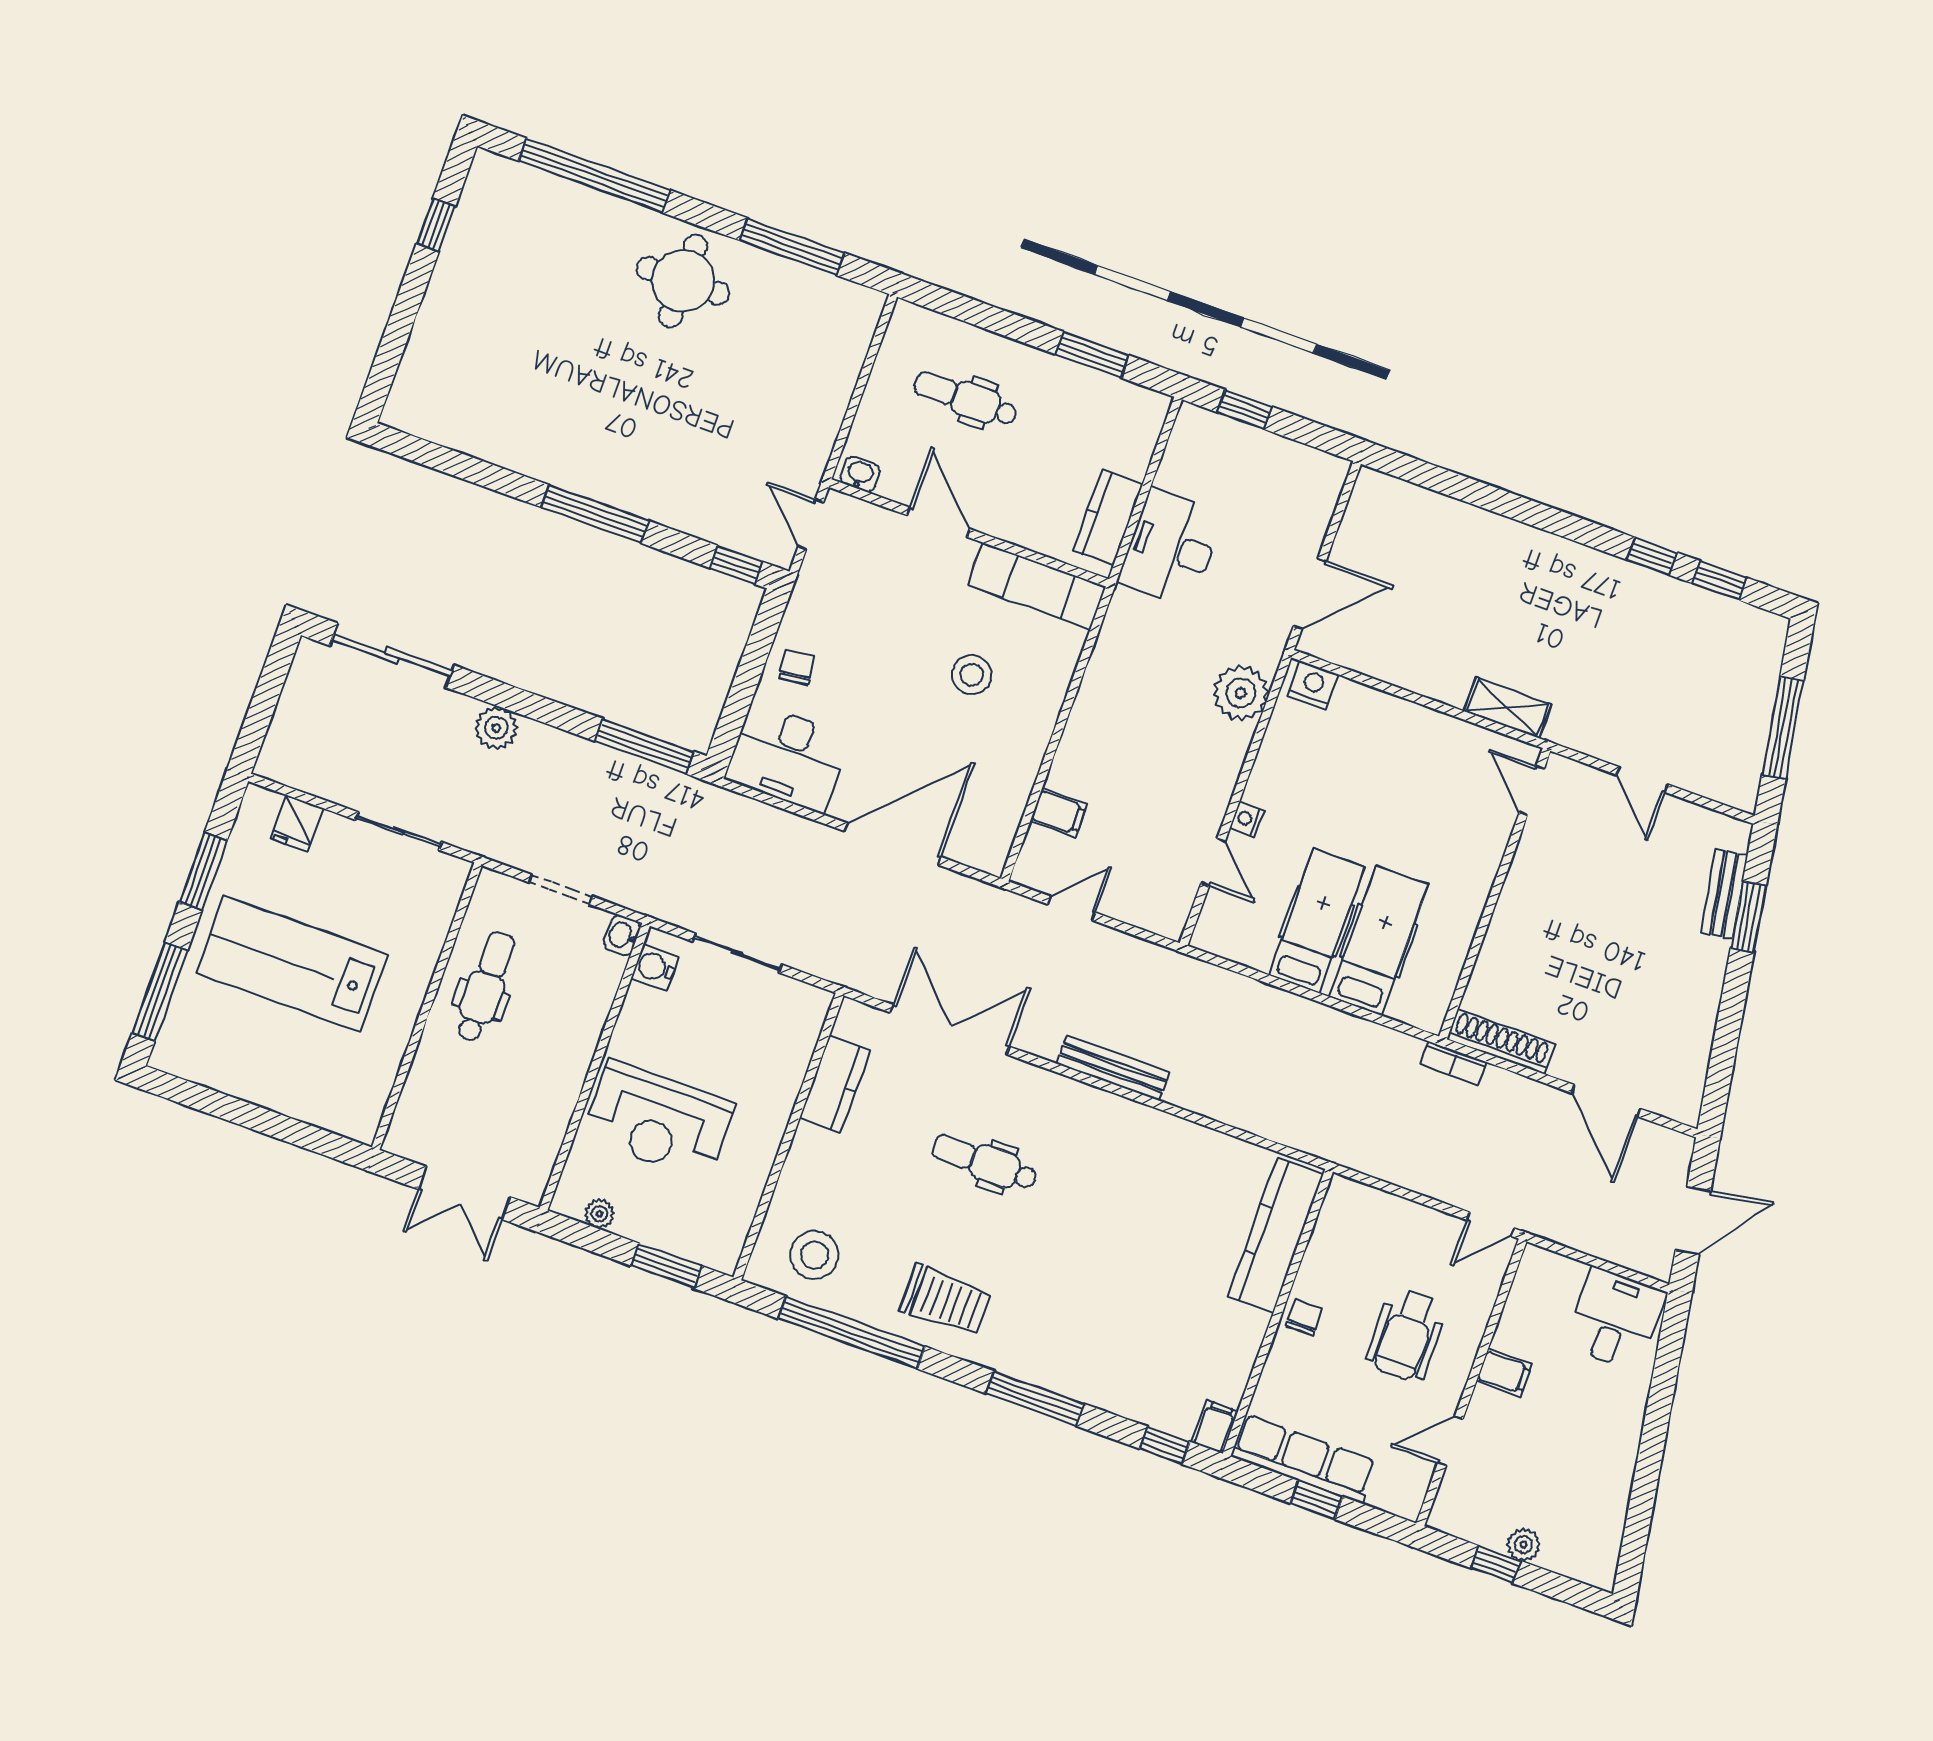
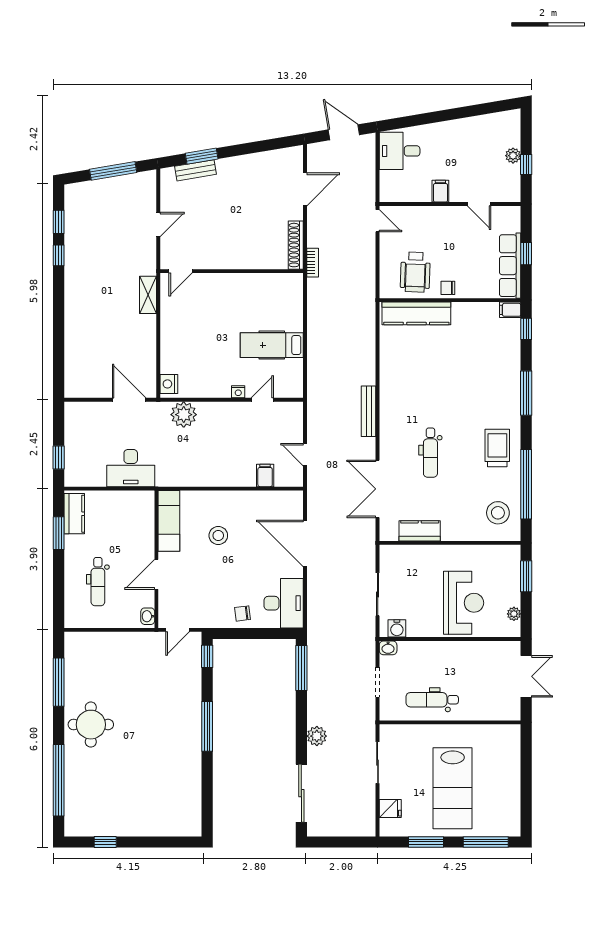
kitchen counter: (1108, 518) -> (74, 514), moved, turned -90
hospital bed: (1379, 941) -> (271, 315), removed
wheelchair: (1406, 1335) -> (415, 272), moved, turned 92

